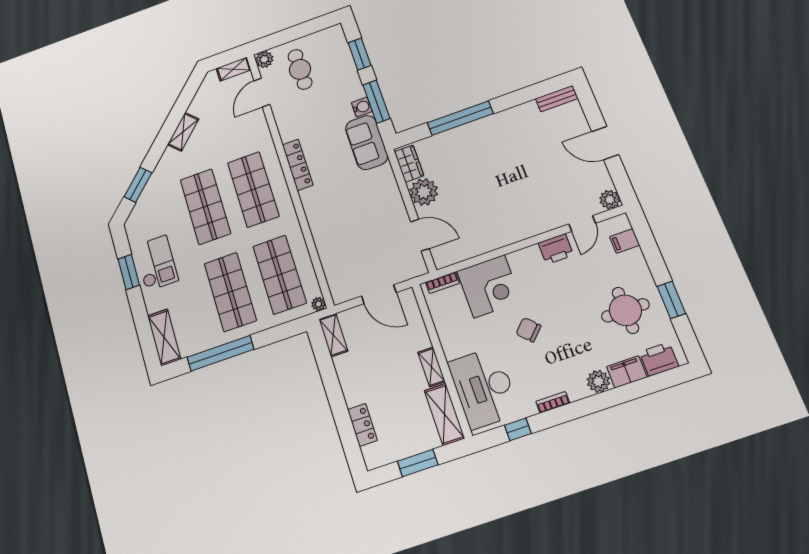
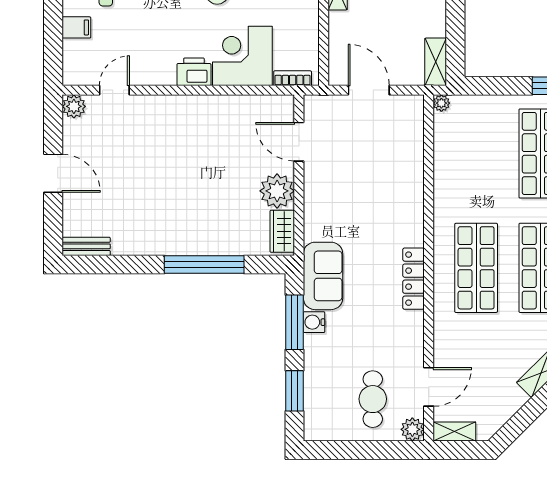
filing cabinet: (625, 241) -> (76, 27), moved
printer: (556, 249) -> (194, 72), moved
shop shelf: (279, 275) -> (476, 153), removed

